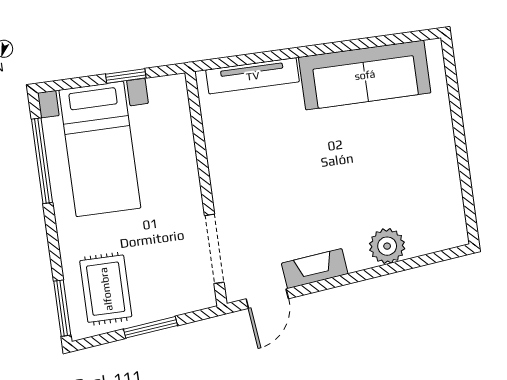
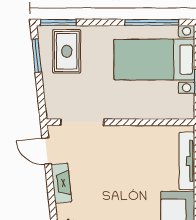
rug: (106, 289) -> (67, 51), turned 90
window: (151, 327) -> (37, 56), moved

